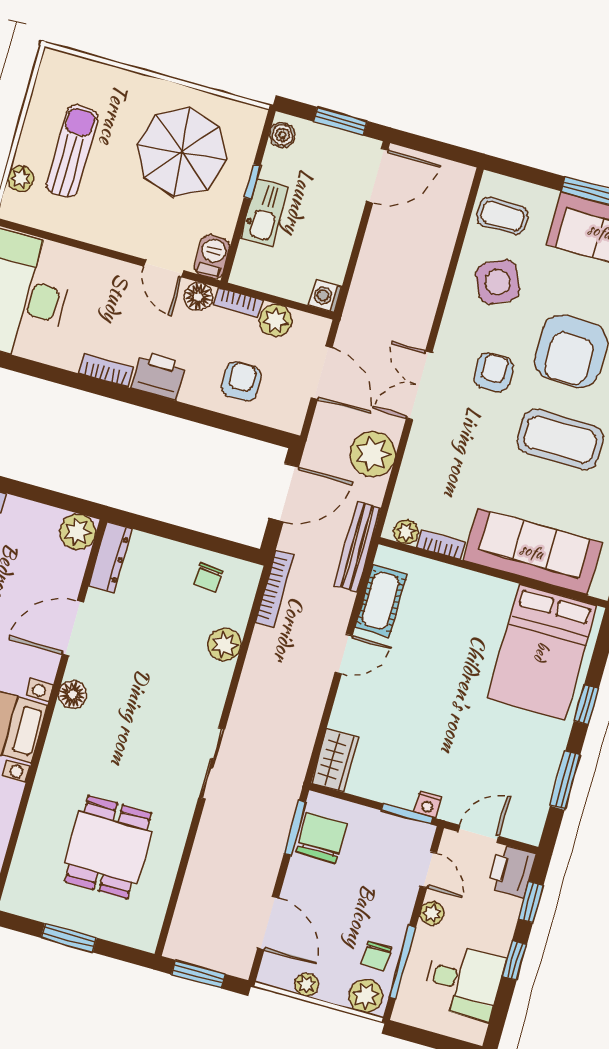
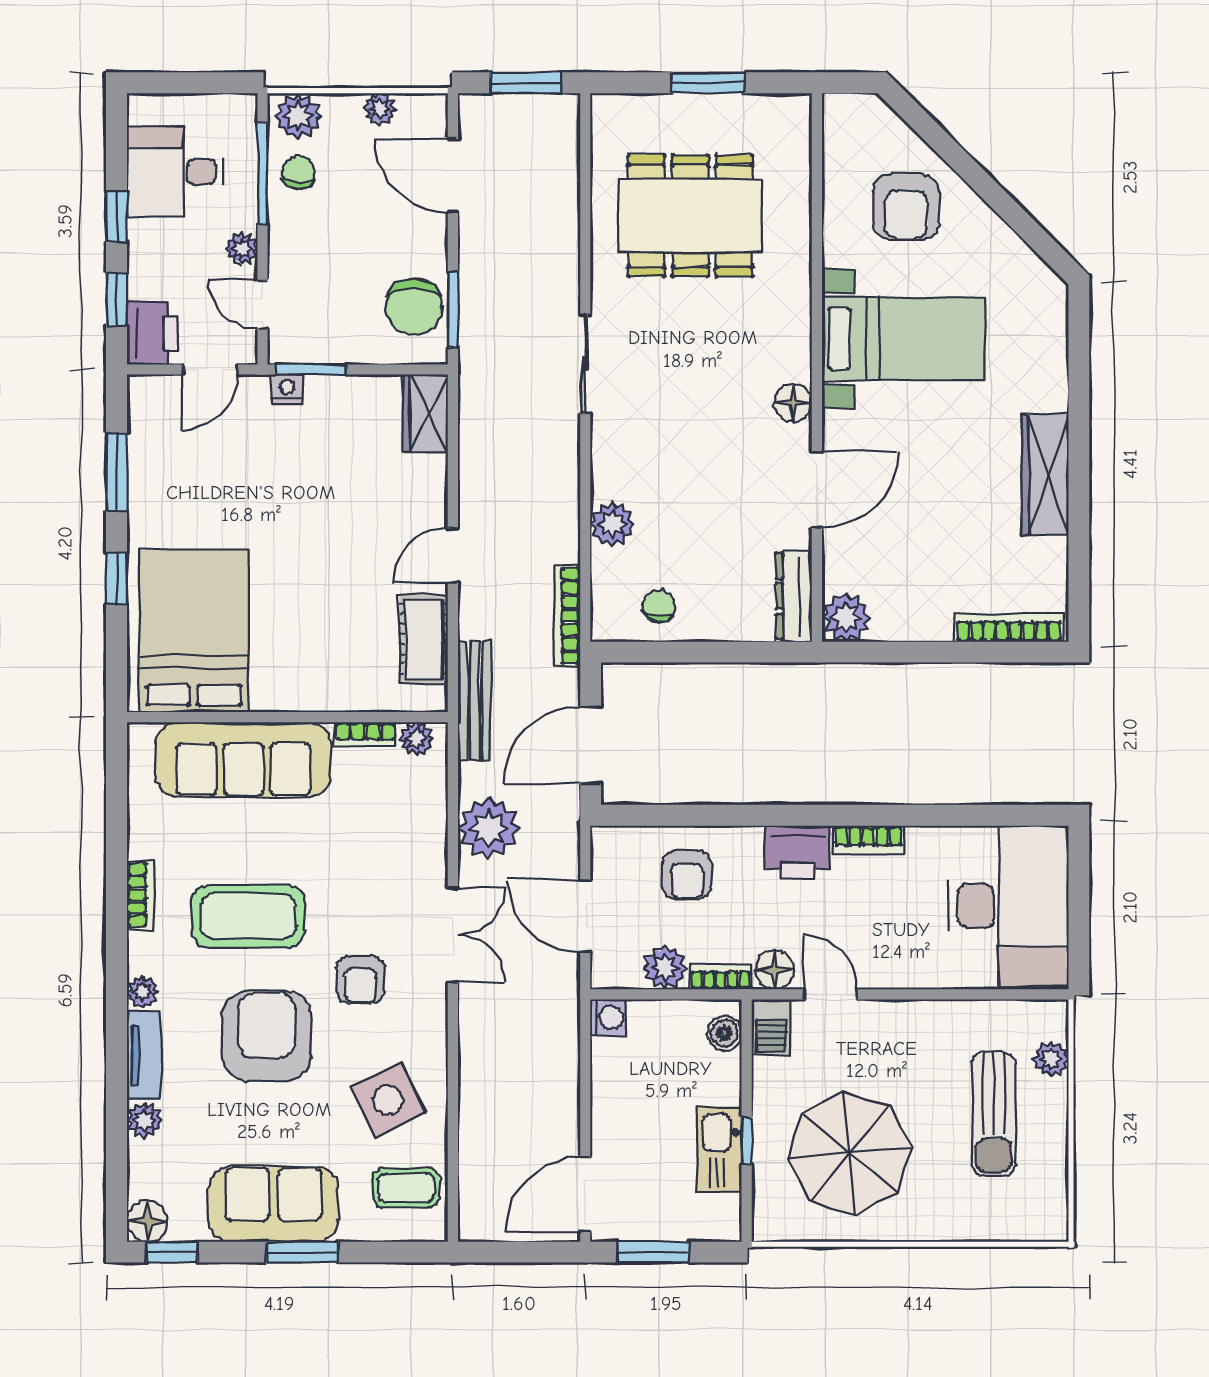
boiler: (282, 135) -> (724, 1033), moved
kitchen sink: (264, 212) -> (719, 1150), moved
dining table: (108, 847) -> (690, 216), width x1.38

